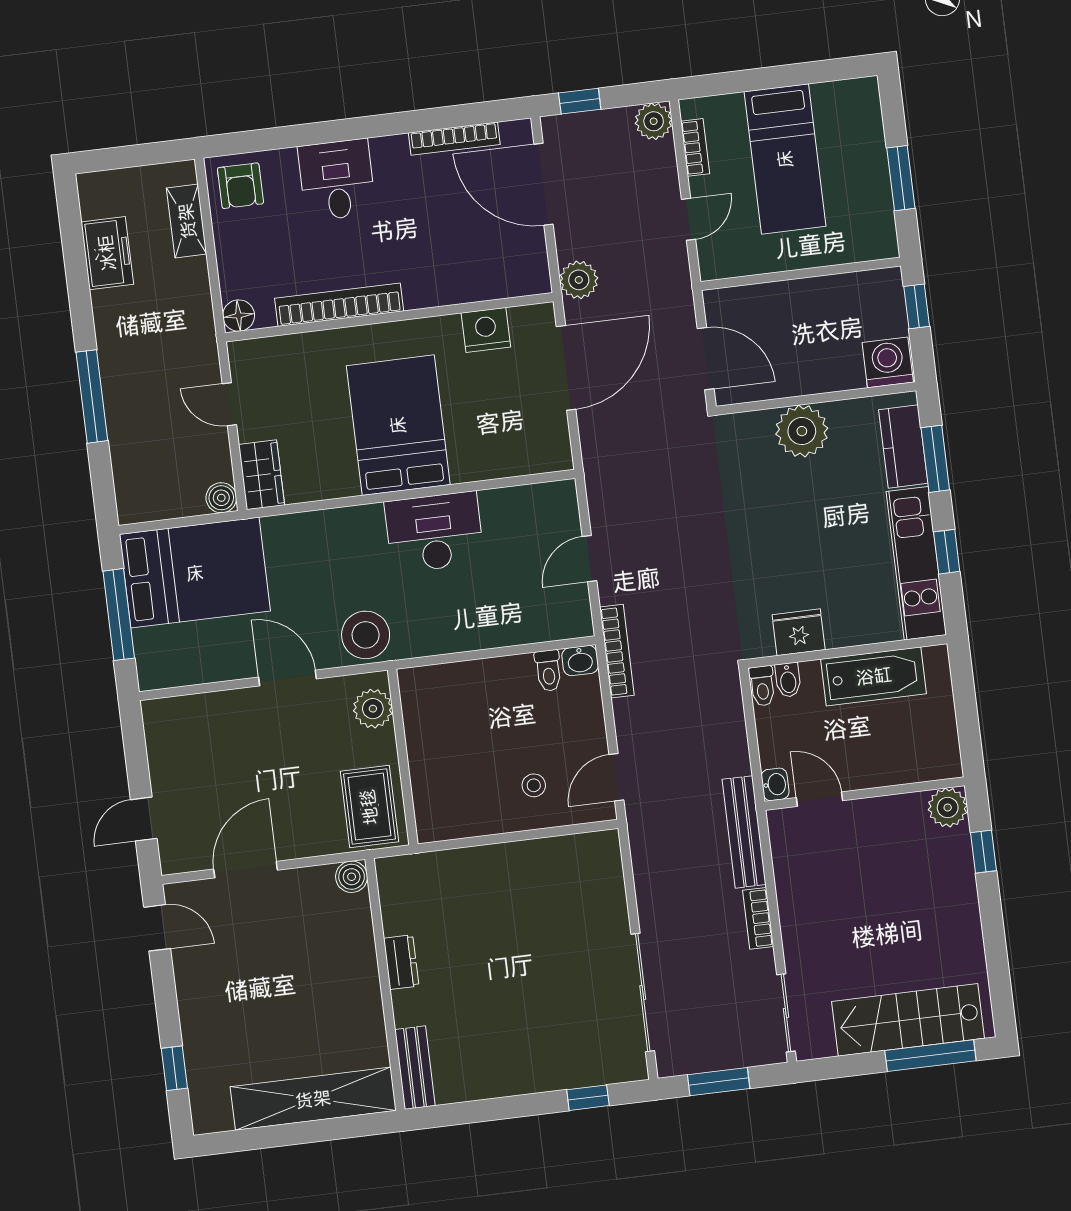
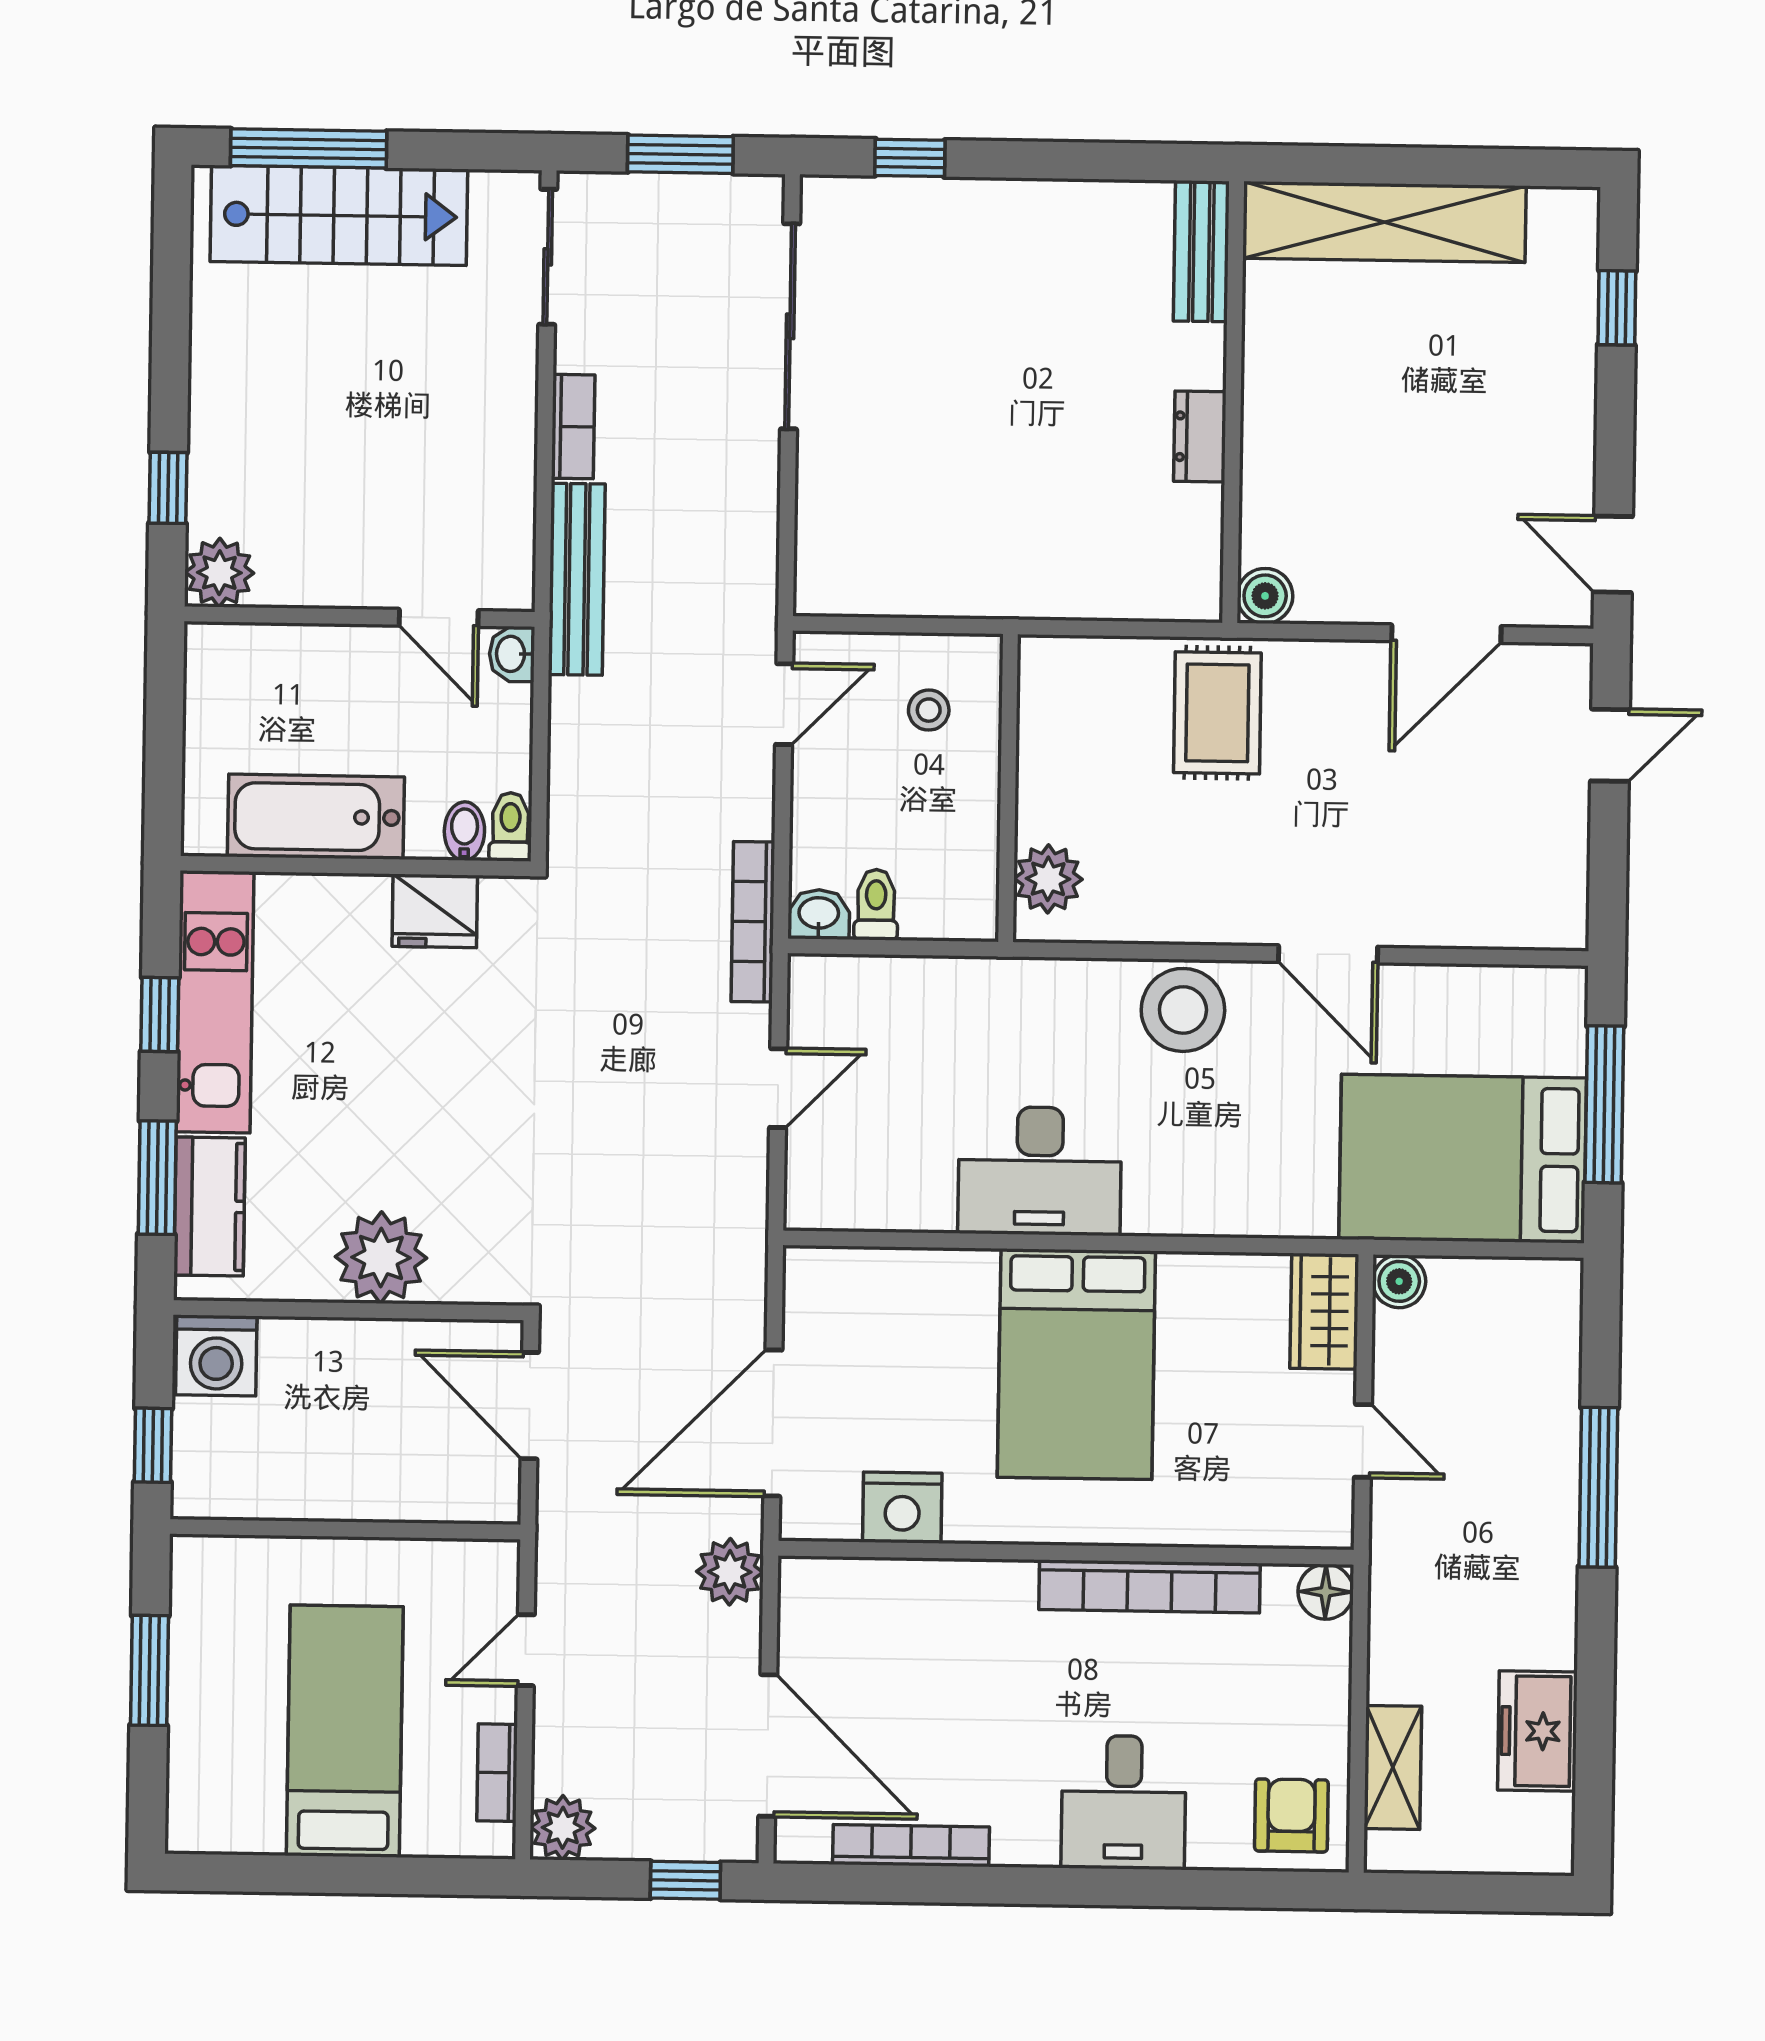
plant: (373, 709) -> (1048, 879), moved
wall: (403, 757) -> (1008, 788), moved

